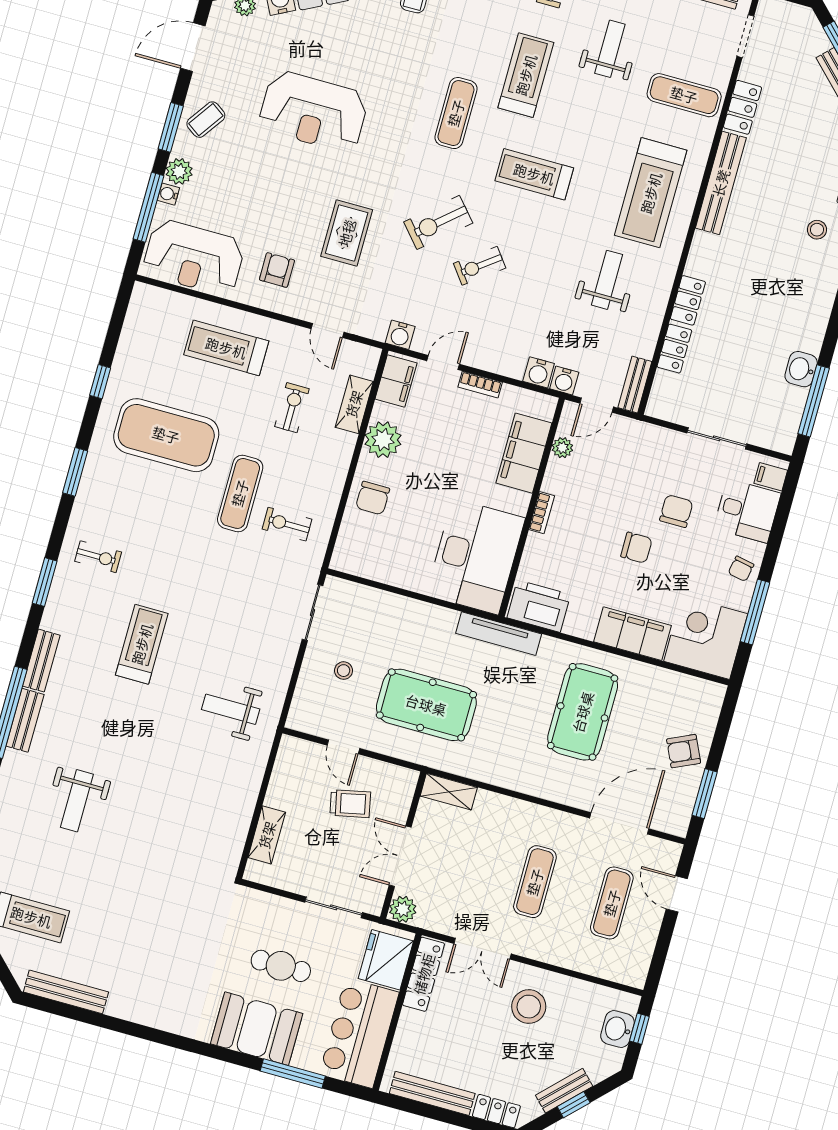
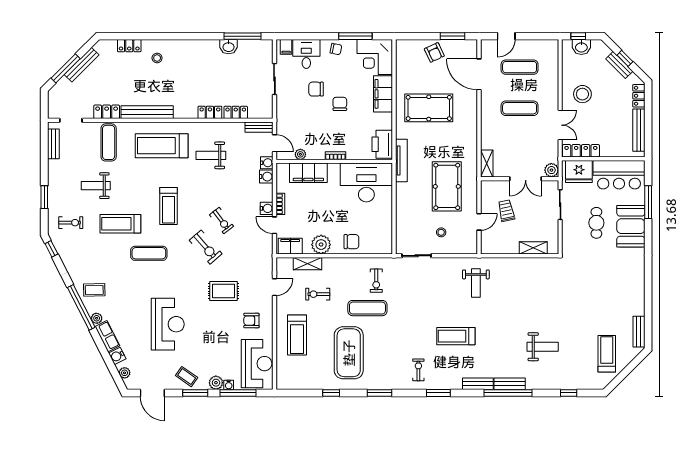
treadmill: (651, 193) -> (162, 146), turned 180
water cooler: (400, 335) -> (267, 208), moved
bench: (66, 992) -> (639, 332), width x0.73

